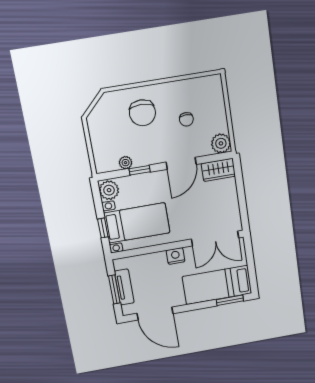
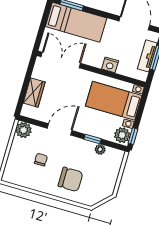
chair: (142, 113) -> (71, 179), turned 90
wardrobe: (218, 170) -> (34, 93), moved, turned 90
window: (103, 228) -> (133, 136), moved
nightstand: (176, 256) -> (110, 65), moved

